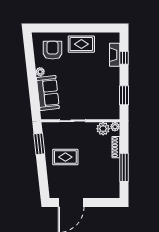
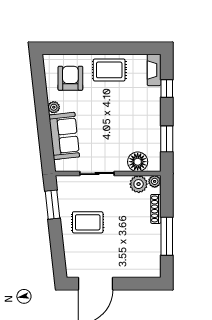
fireplace: (115, 55) -> (154, 70), moved
floor lamp: (102, 112) -> (138, 162), added

